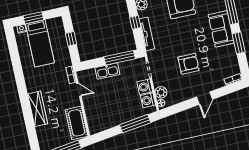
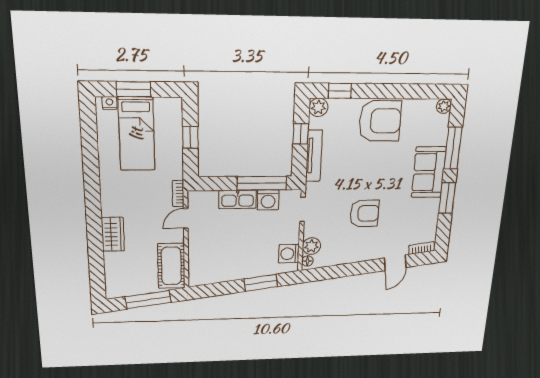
washing machine: (145, 87) -> (268, 200), moved, turned -90
door: (79, 90) -> (186, 218), swing flipped
door: (205, 98) -> (395, 263), moved
wardrobe: (38, 109) -> (113, 234), width x0.67
window: (135, 124) -> (261, 283), width x0.69

